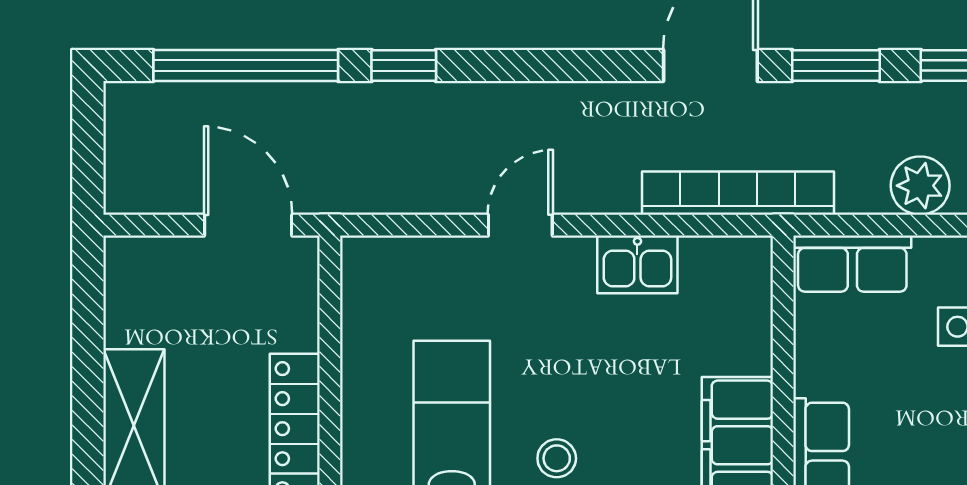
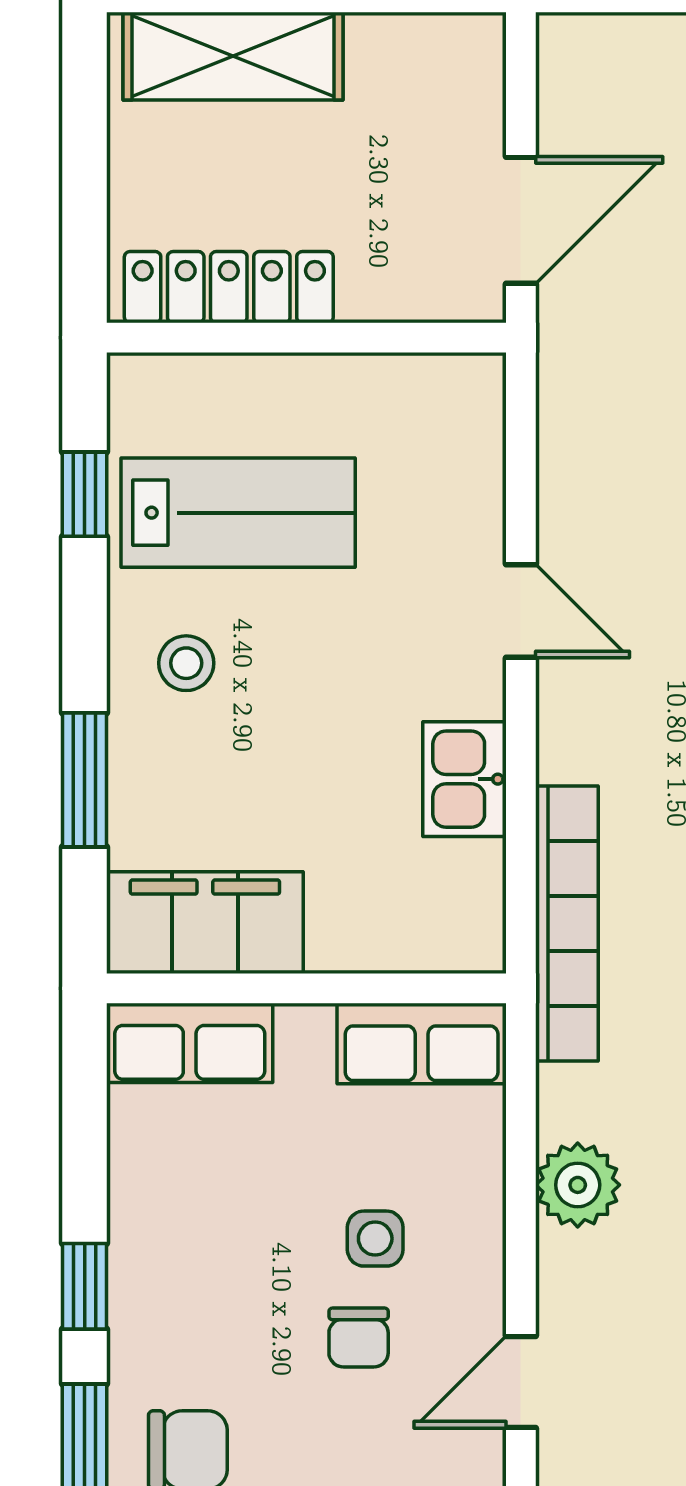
row of seats: (852, 264) -> (422, 1044), moved, turned -90

